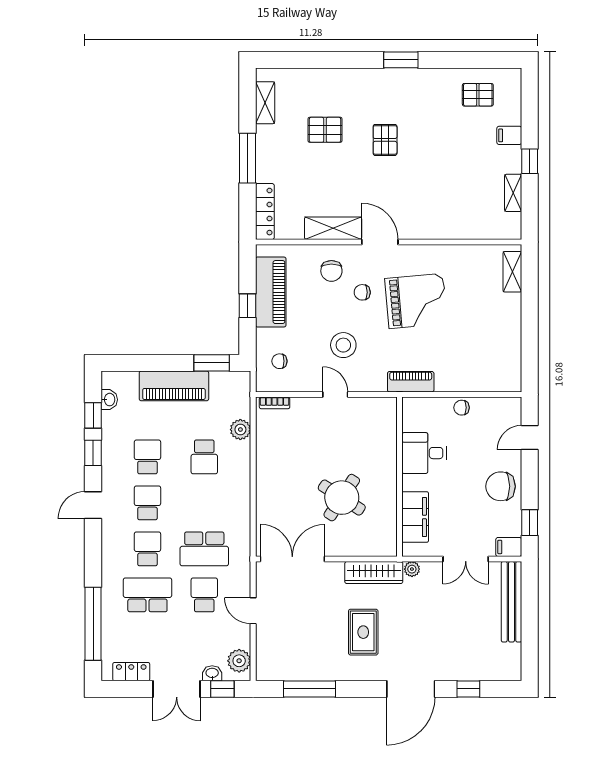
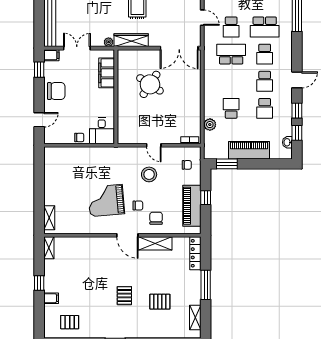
shelving: (513, 193) -> (49, 248), moved
piano: (411, 382) -> (109, 153), removed
desk: (424, 453) -> (102, 131), moved, turned 90

